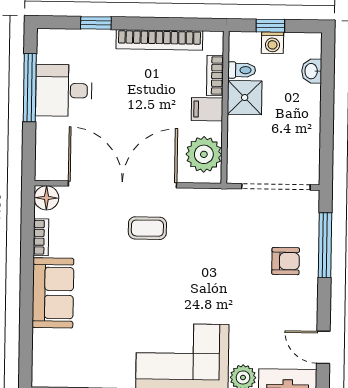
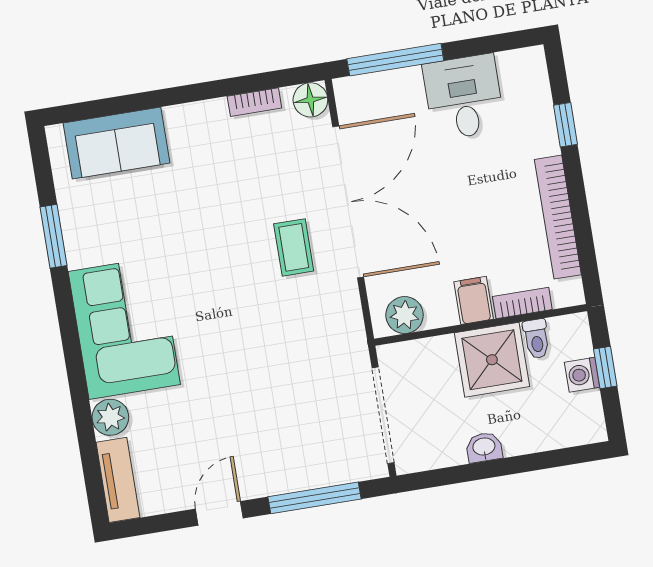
washbasin: (312, 71) -> (484, 447), moved
window: (30, 88) -> (395, 60), moved
shower: (245, 98) -> (492, 360), width x1.36, depth x1.36
plant: (204, 154) -> (405, 315), width x0.73, depth x0.73
armchair: (286, 261) -> (283, 447), removed
sofa: (53, 293) -> (117, 143), moved
door: (323, 347) -> (219, 513), moved

